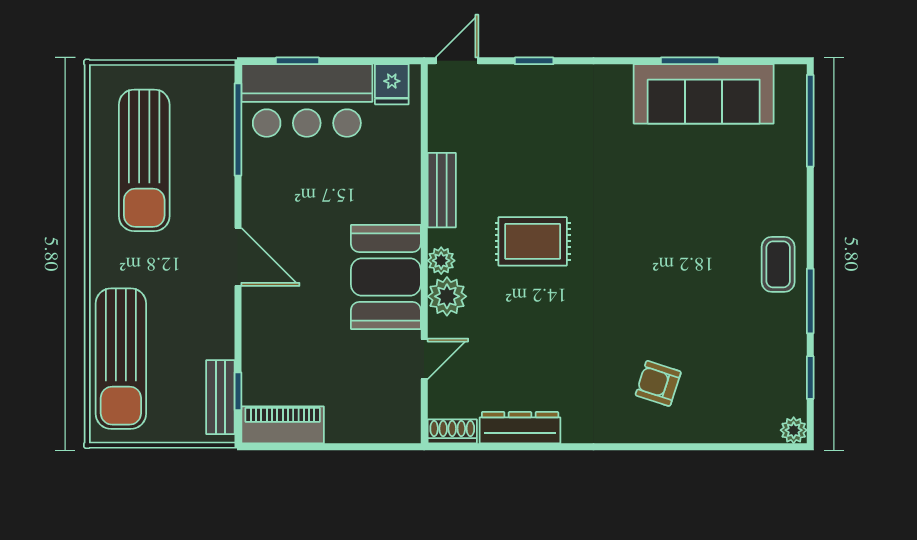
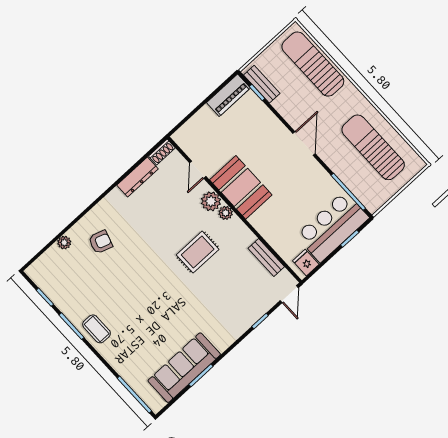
bench: (442, 190) -> (266, 258), moved
door: (238, 257) -> (304, 143), swing flipped
plant: (794, 430) -> (64, 243), moved

